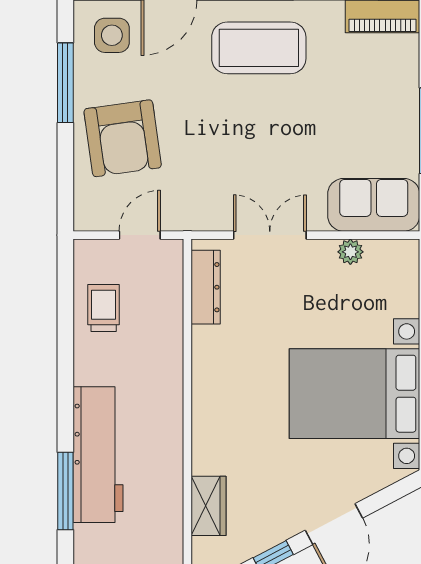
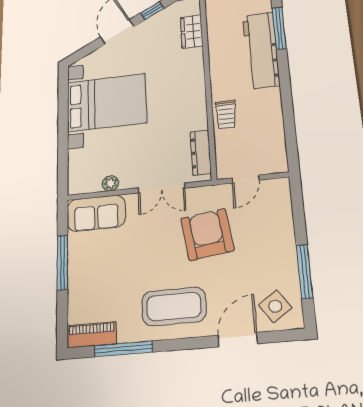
side table: (112, 35) -> (275, 306), turned -35
armchair: (123, 138) -> (207, 234), moved
trolley: (104, 308) -> (226, 114), moved

